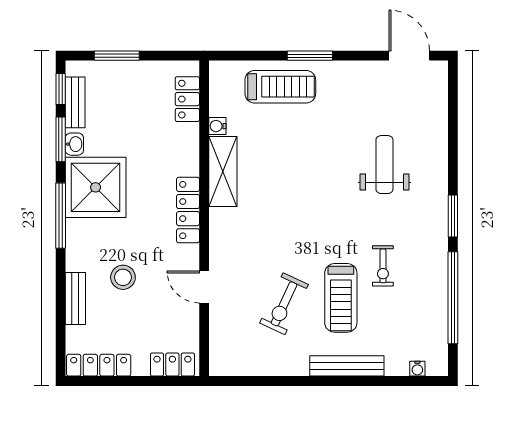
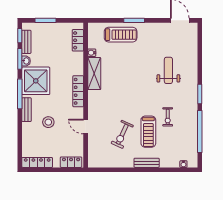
bench: (75, 298) -> (26, 110), moved
bench: (347, 366) -> (147, 163), width x0.73

